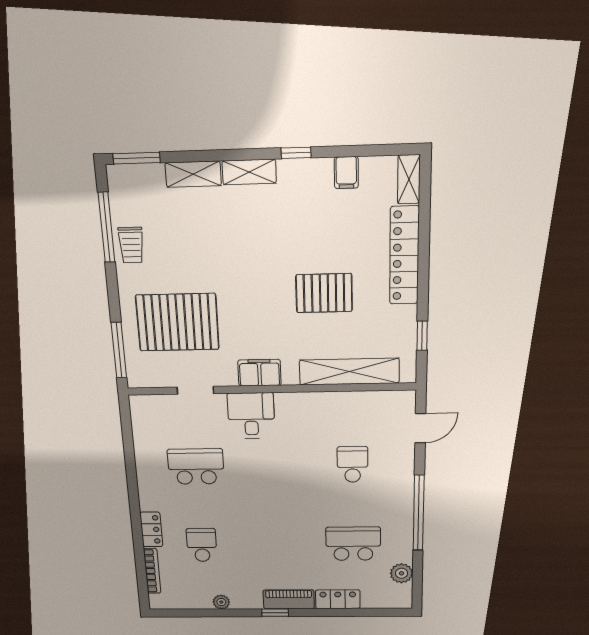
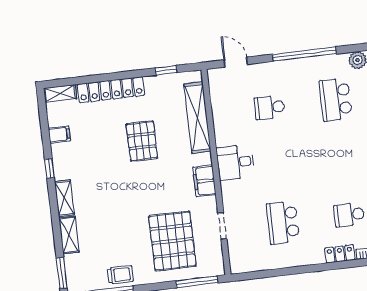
desk: (251, 416) -> (235, 162), moved

